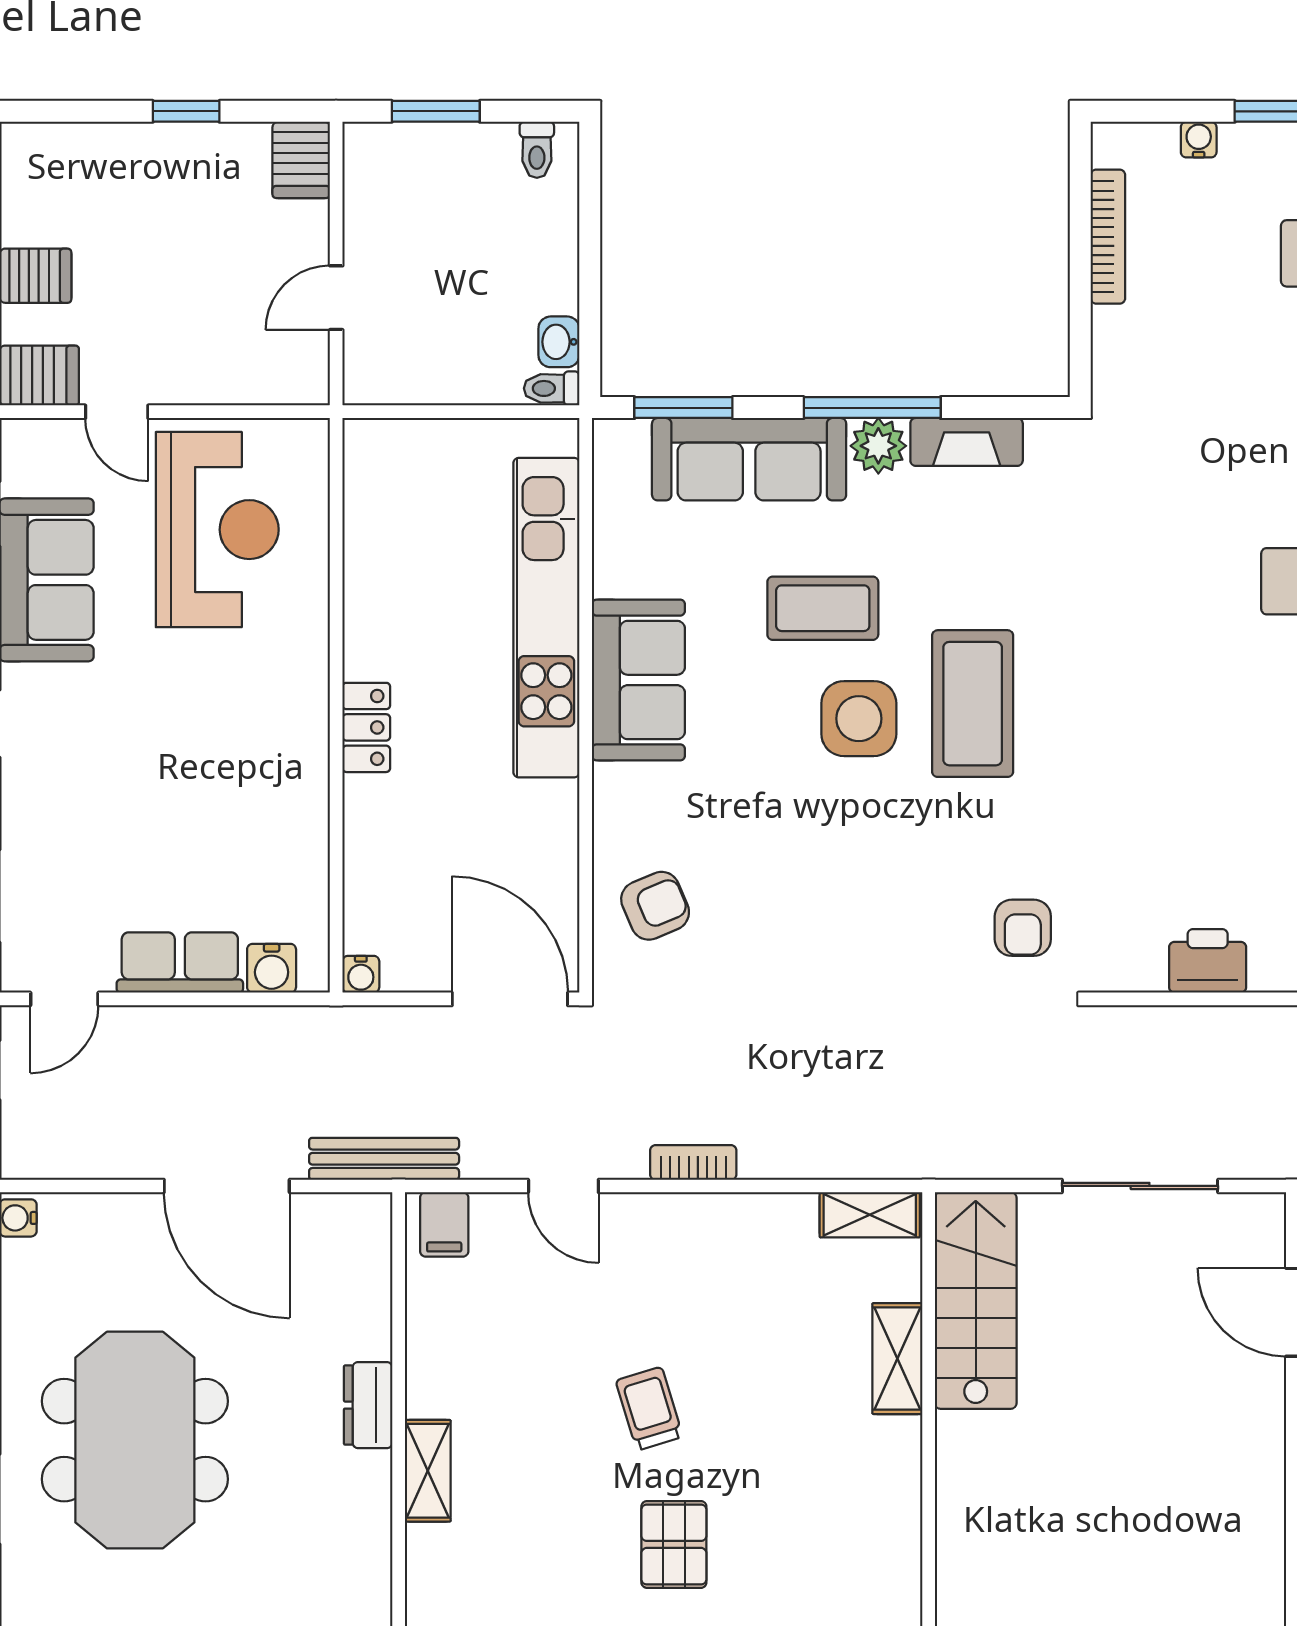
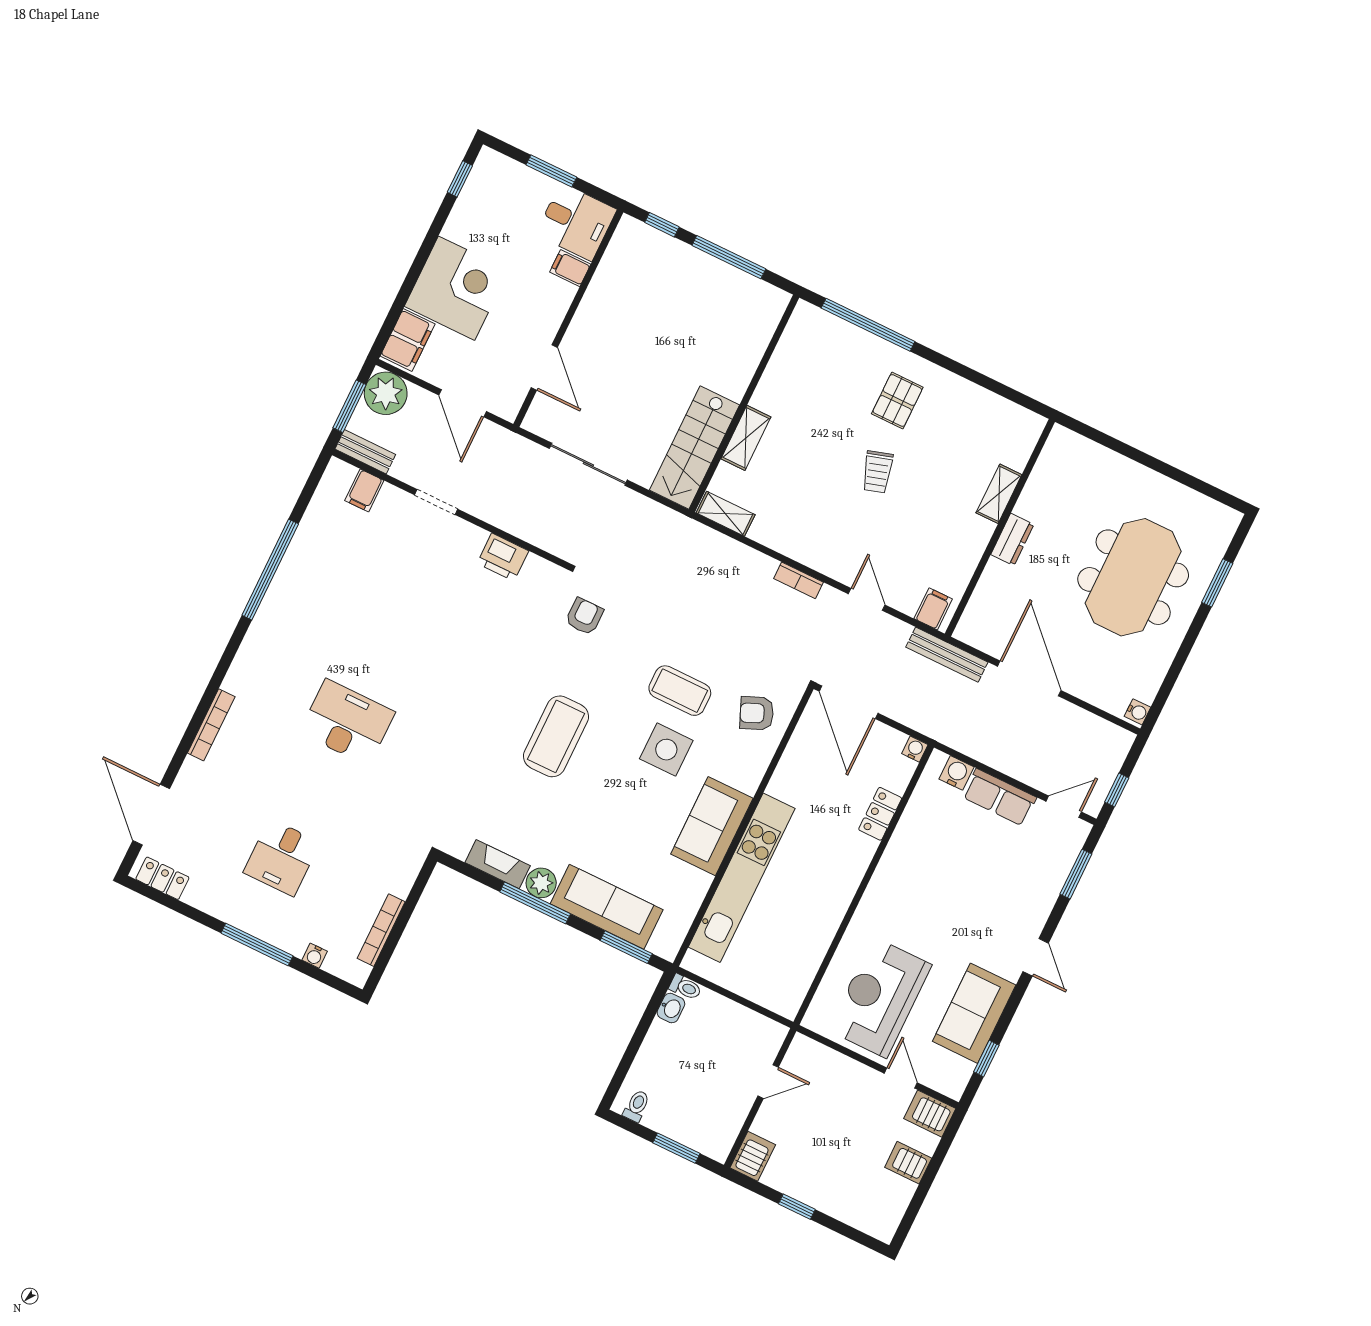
coffee table: (823, 608) -> (680, 691), moved
side table: (859, 719) -> (666, 750), moved
locker: (366, 727) -> (880, 814), moved

